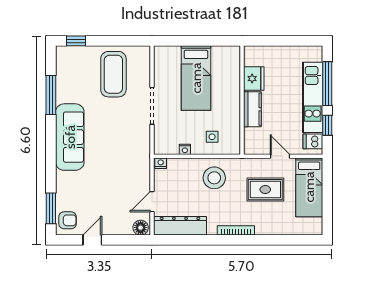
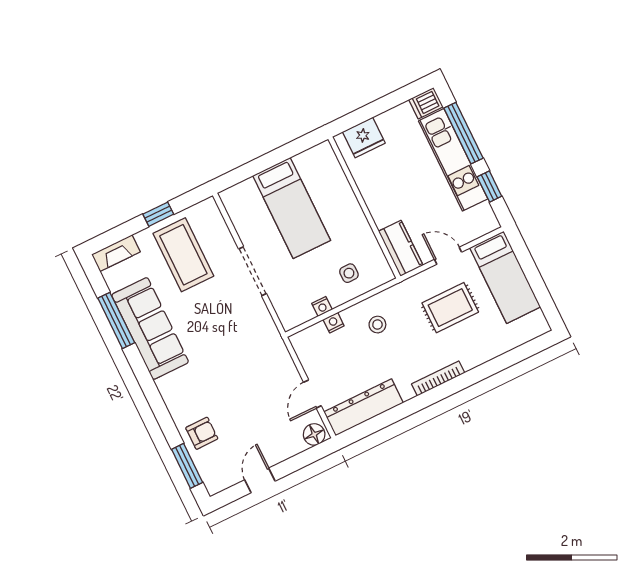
window: (76, 41) -> (158, 214), moved
fireplace: (71, 52) -> (116, 253), added
fridge: (254, 79) -> (364, 138), moved, turned 90
kitchen counter: (252, 109) -> (401, 248), moved
sofa: (70, 137) -> (150, 328), moved
dishwasher: (313, 141) -> (426, 103), moved
nightstand: (161, 163) -> (334, 323), moved
stool: (214, 178) -> (377, 325), width x0.53, depth x0.53
armchair: (68, 220) -> (202, 433), moved

